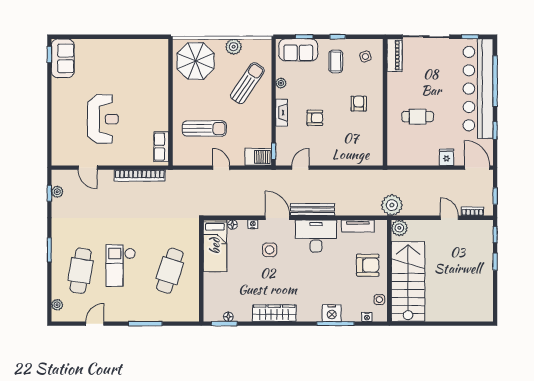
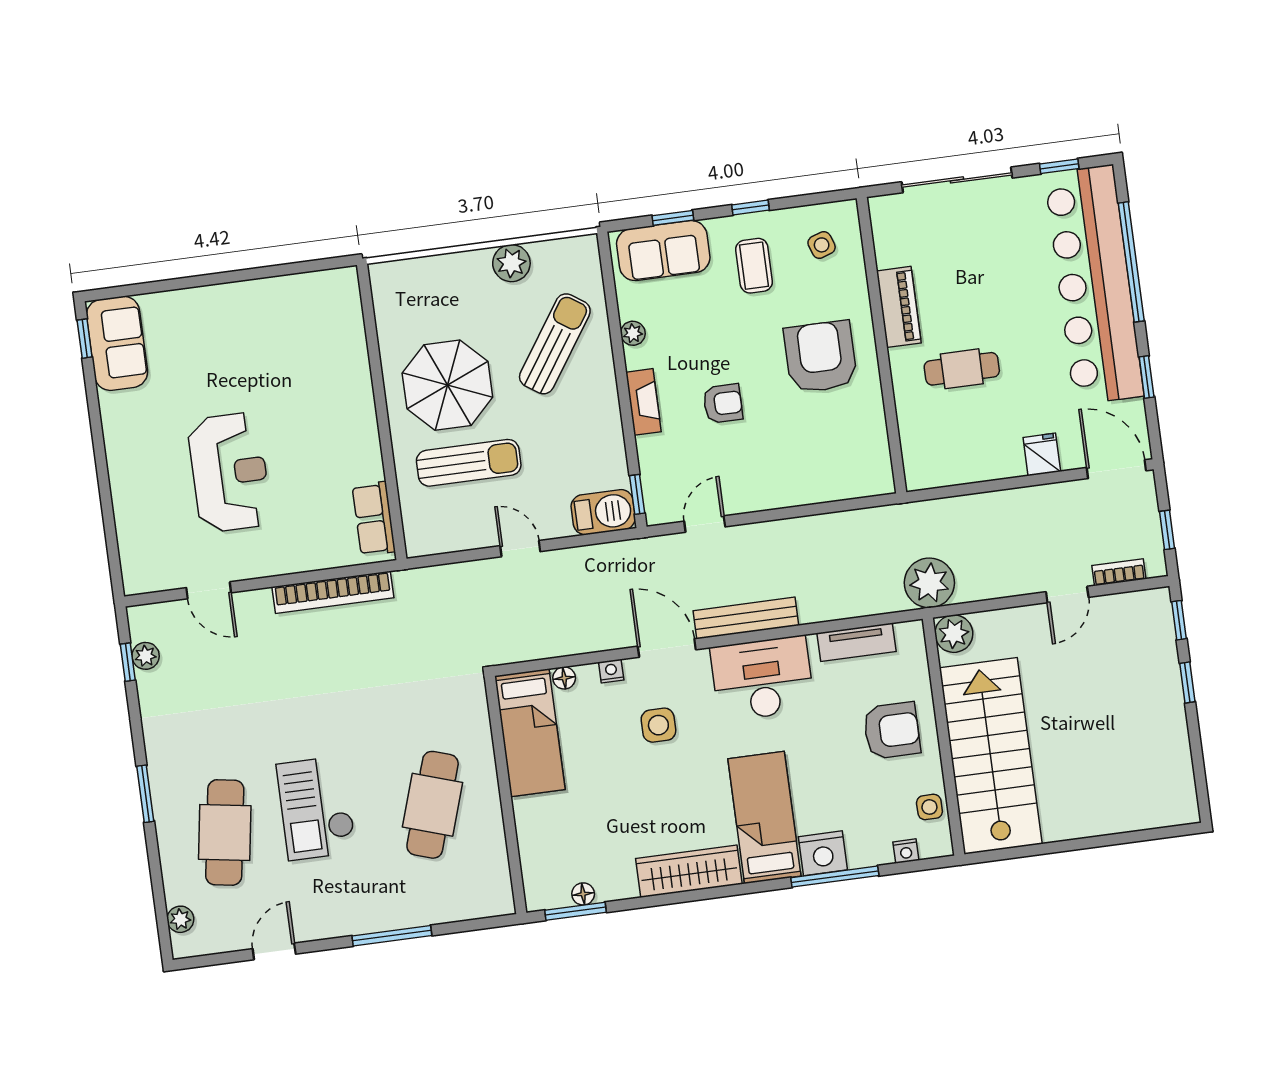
piano: (395, 55) -> (899, 307), moved
parasol: (196, 61) -> (447, 385), moved
armchair: (359, 104) -> (820, 357), width x1.88, depth x1.88
door: (449, 218) -> (1067, 595), swing flipped
bed: (309, 295) -> (764, 817), added

